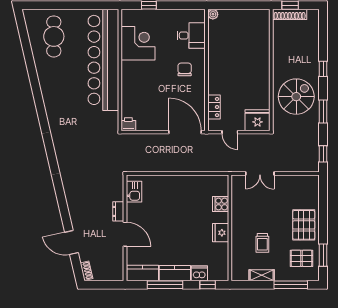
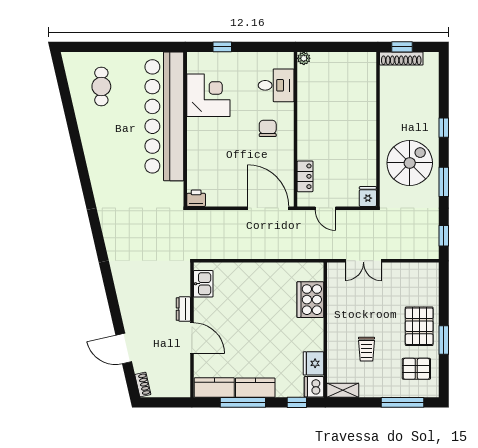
cafe table: (54, 36) -> (101, 86), width x0.73, depth x0.74
fridge: (258, 120) -> (368, 196), width x0.53, depth x0.75
cooker: (221, 204) -> (310, 300), width x1.87, depth x1.31
fridge: (221, 233) -> (313, 363), moved
window: (323, 255) -> (444, 340), moved
dishwasher: (199, 273) -> (314, 387), moved, turned -90
shelving: (262, 275) -> (343, 390), moved

